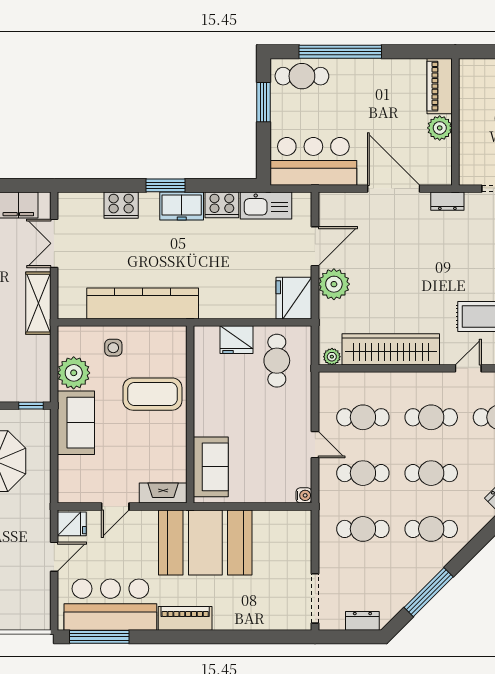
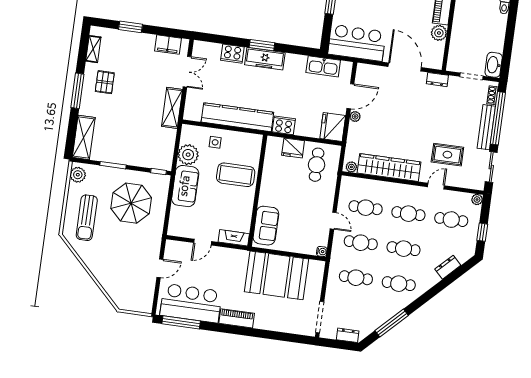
cooker: (222, 205) -> (284, 125), moved, turned 180
freezer: (182, 206) -> (265, 59), width x1.40
double door: (54, 243) -> (187, 72), swing flipped
plant: (334, 284) -> (355, 116), width x0.53, depth x0.53
fridge: (72, 524) -> (174, 249), removed
booth: (205, 542) -> (276, 275), moved

